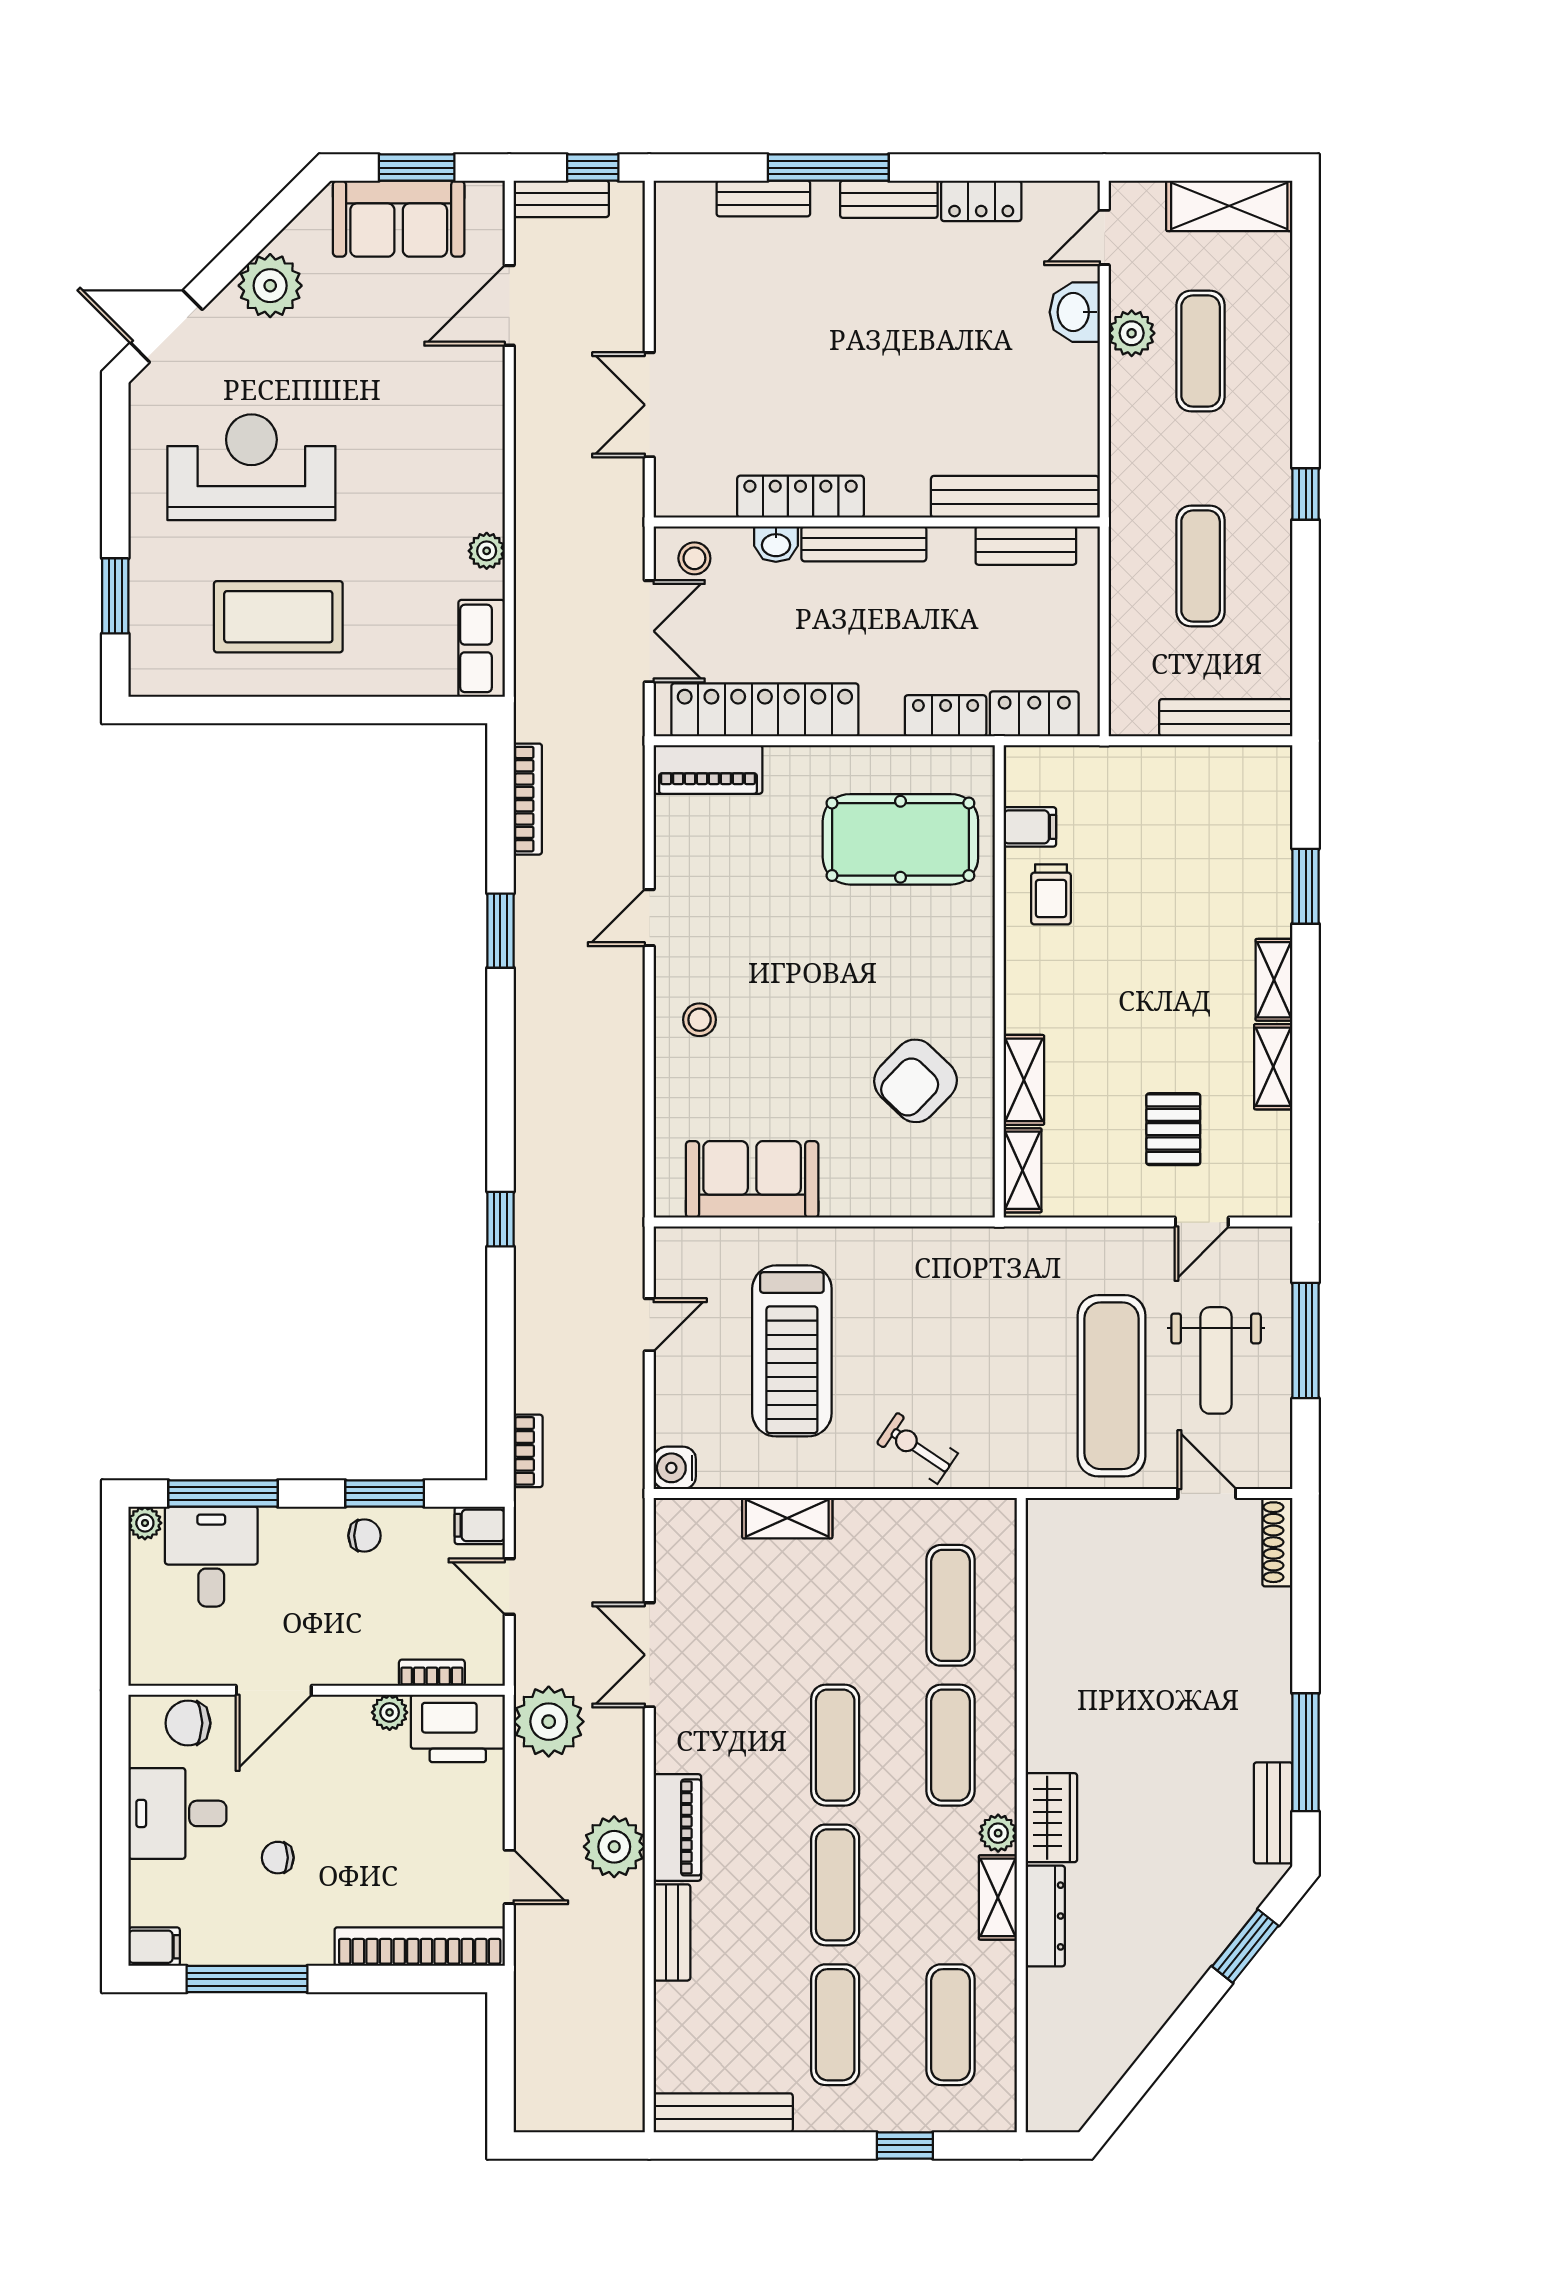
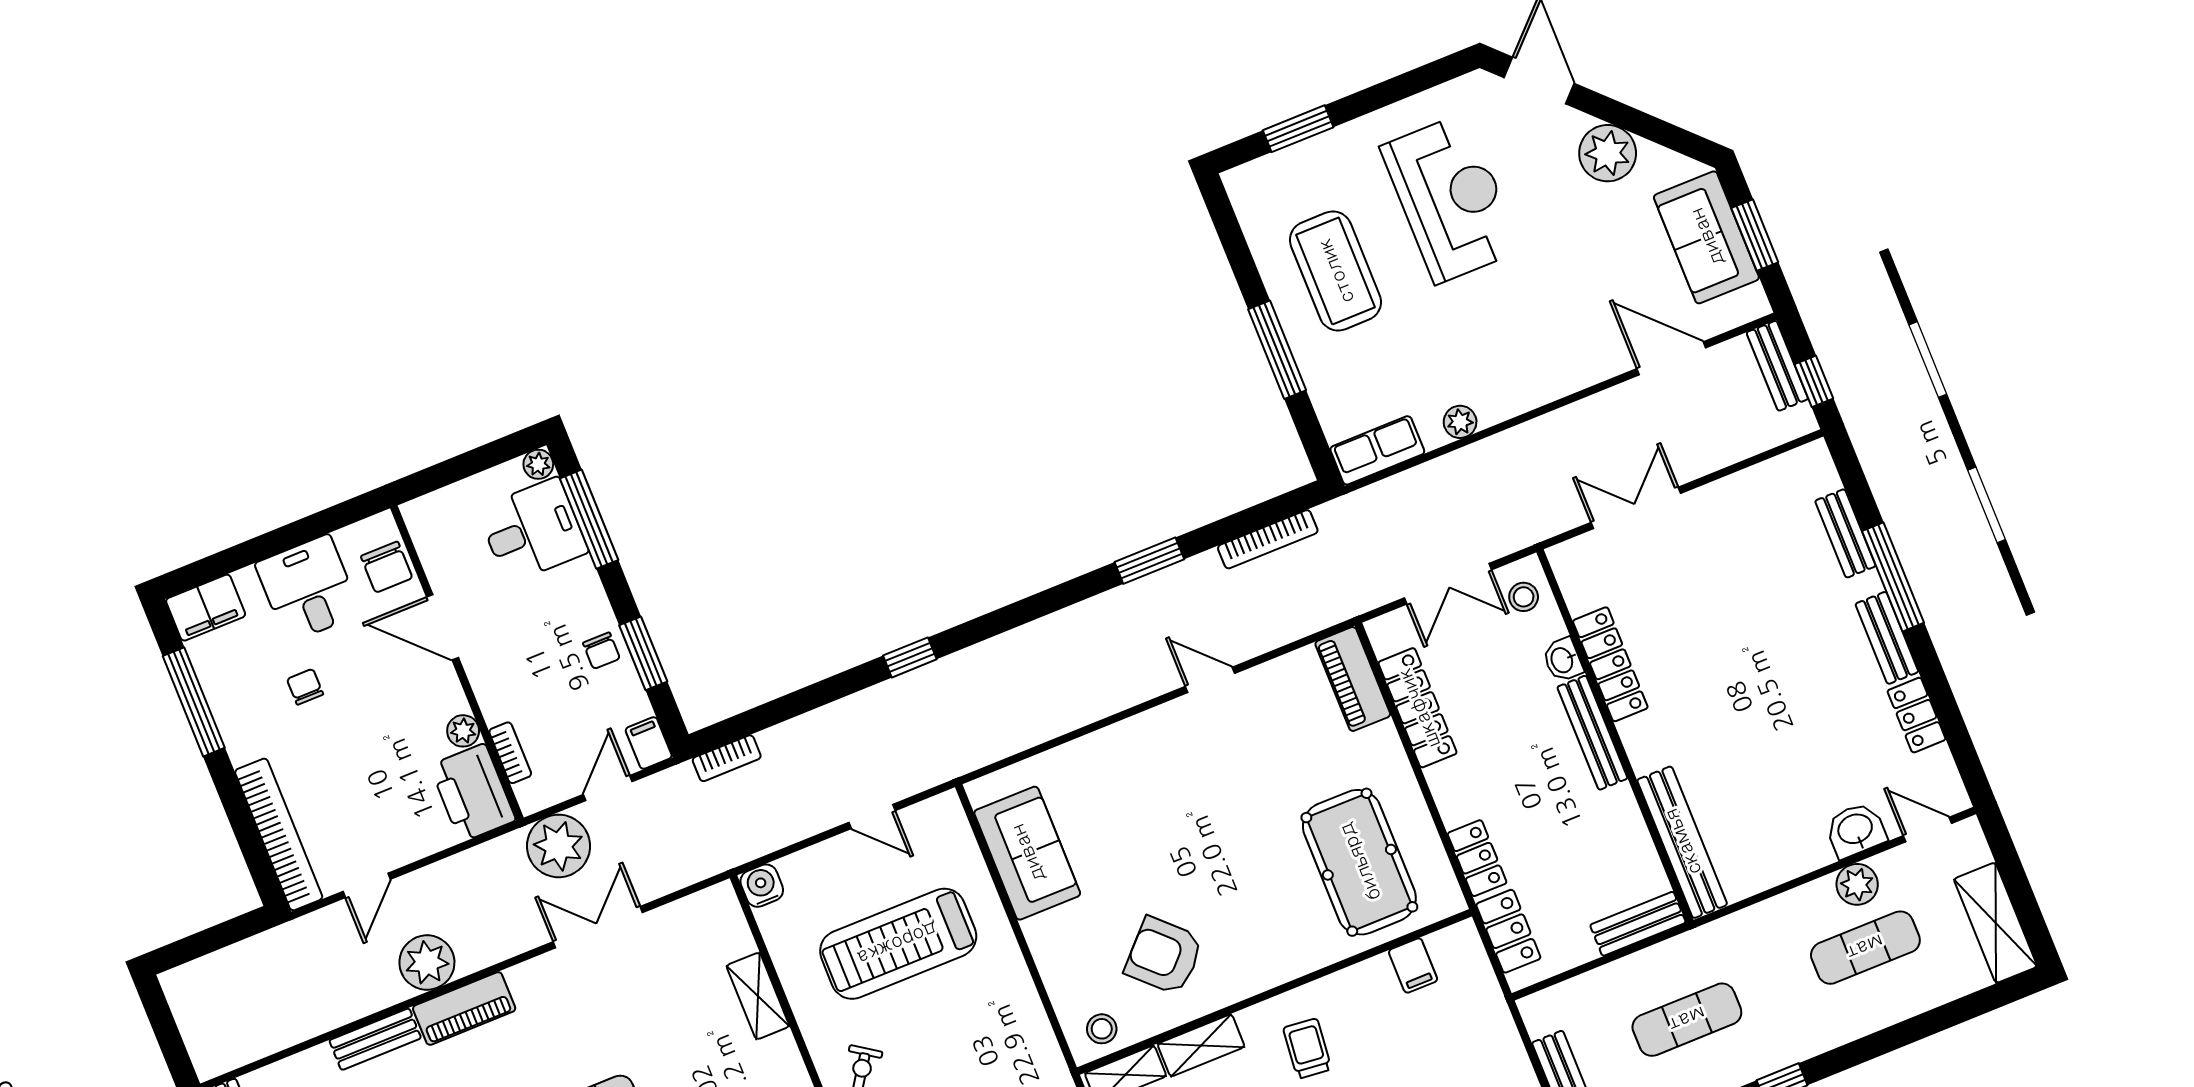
bench: (1026, 546) -> (1638, 924), moved, turned 90
window: (335, 710) -> (1277, 350), added
locker: (765, 710) -> (1418, 708), width x0.71, depth x0.83
trolley: (1051, 894) -> (1307, 1049), moved, turned 96
stool: (700, 1020) -> (1102, 1029), moved
plant: (549, 1722) -> (559, 846), moved
chair: (188, 1723) -> (387, 567), turned 180
filing cabinet: (154, 1947) -> (206, 608), width x2.00

